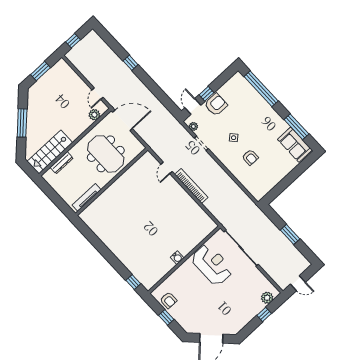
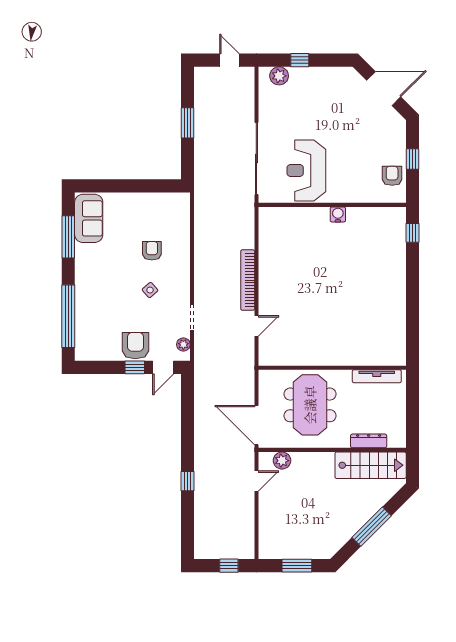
armchair: (216, 105) -> (135, 346), turned 90

